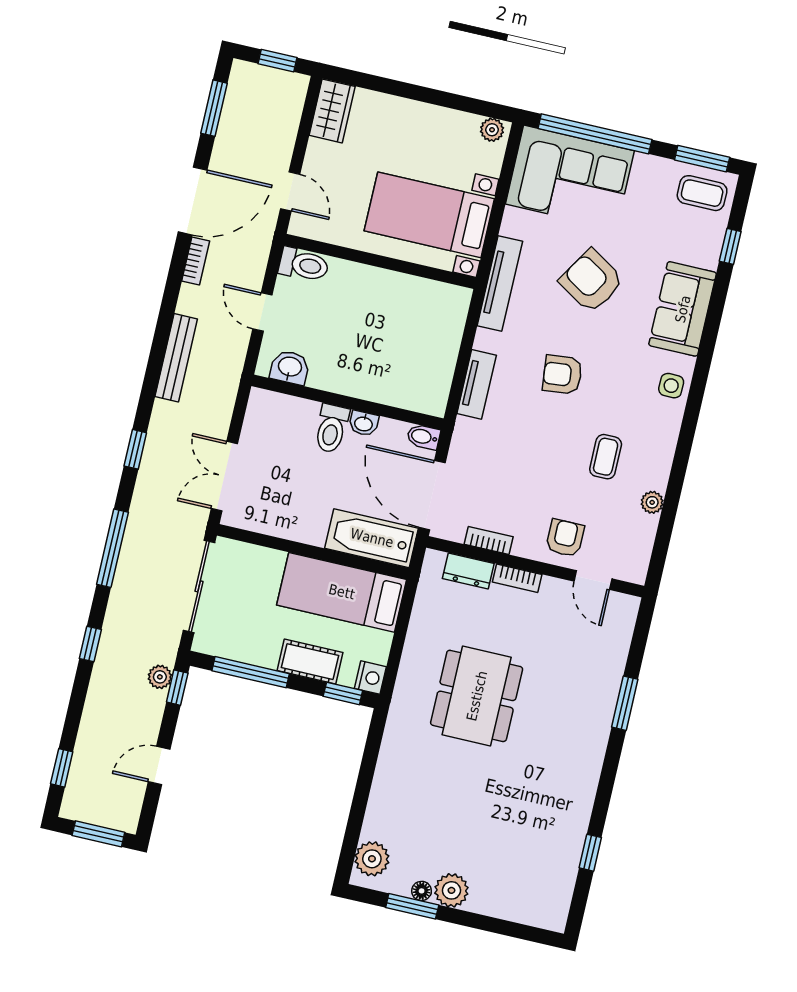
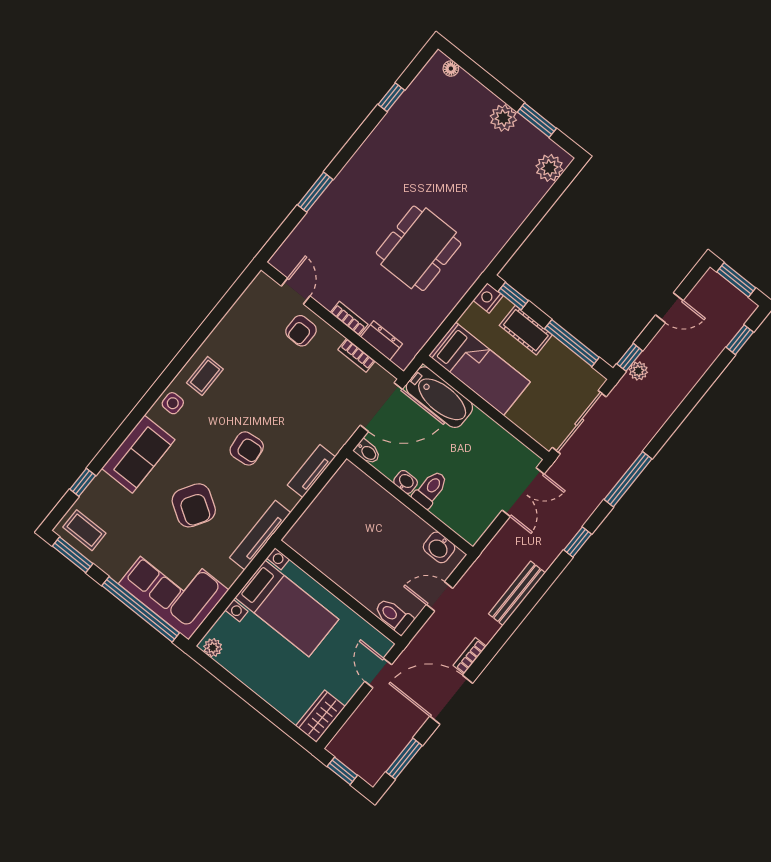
door: (262, 312) -> (440, 596), swing flipped
coffee table: (606, 457) -> (205, 376), moved
door: (432, 495) -> (381, 407), hinge flipped
plant: (652, 502) -> (226, 326), removed
window: (90, 644) -> (677, 418), removed
floor lamp: (422, 891) -> (451, 69), moved

